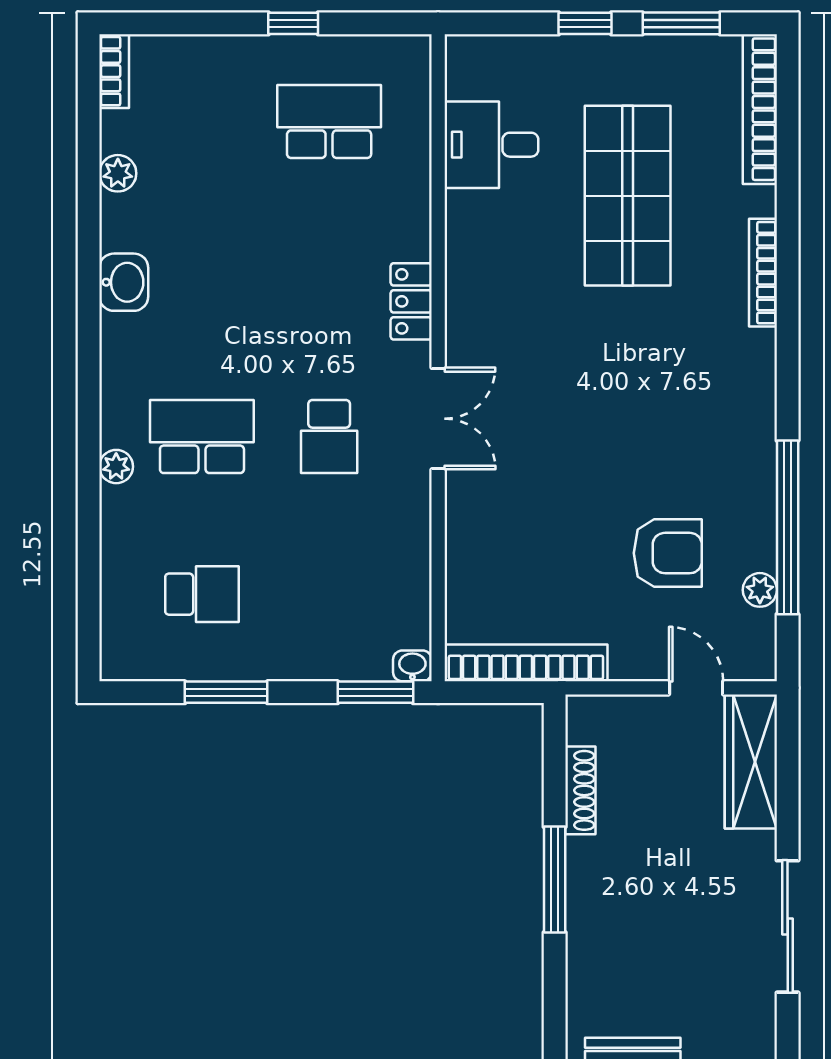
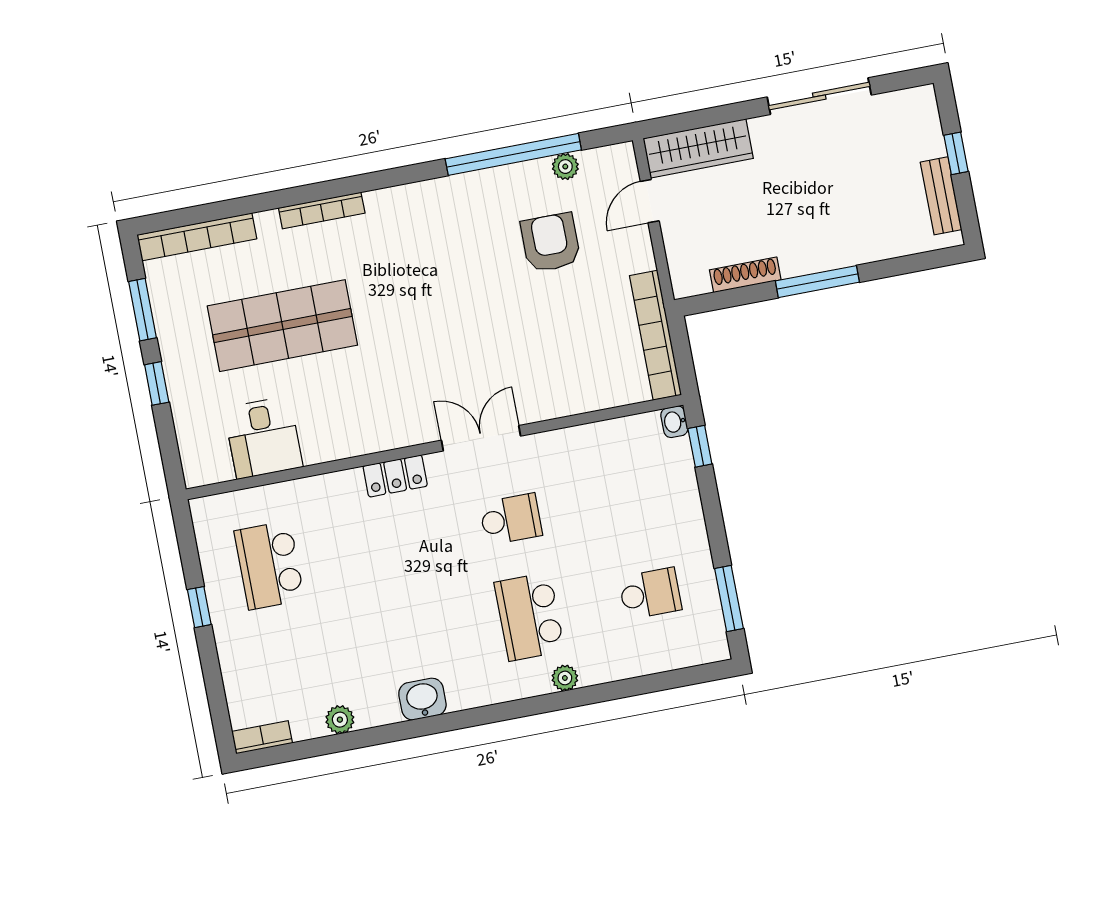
school desk: (202, 594) -> (650, 594), turned 90
window: (226, 692) -> (729, 599), moved
window: (375, 692) -> (700, 446), width x0.67

